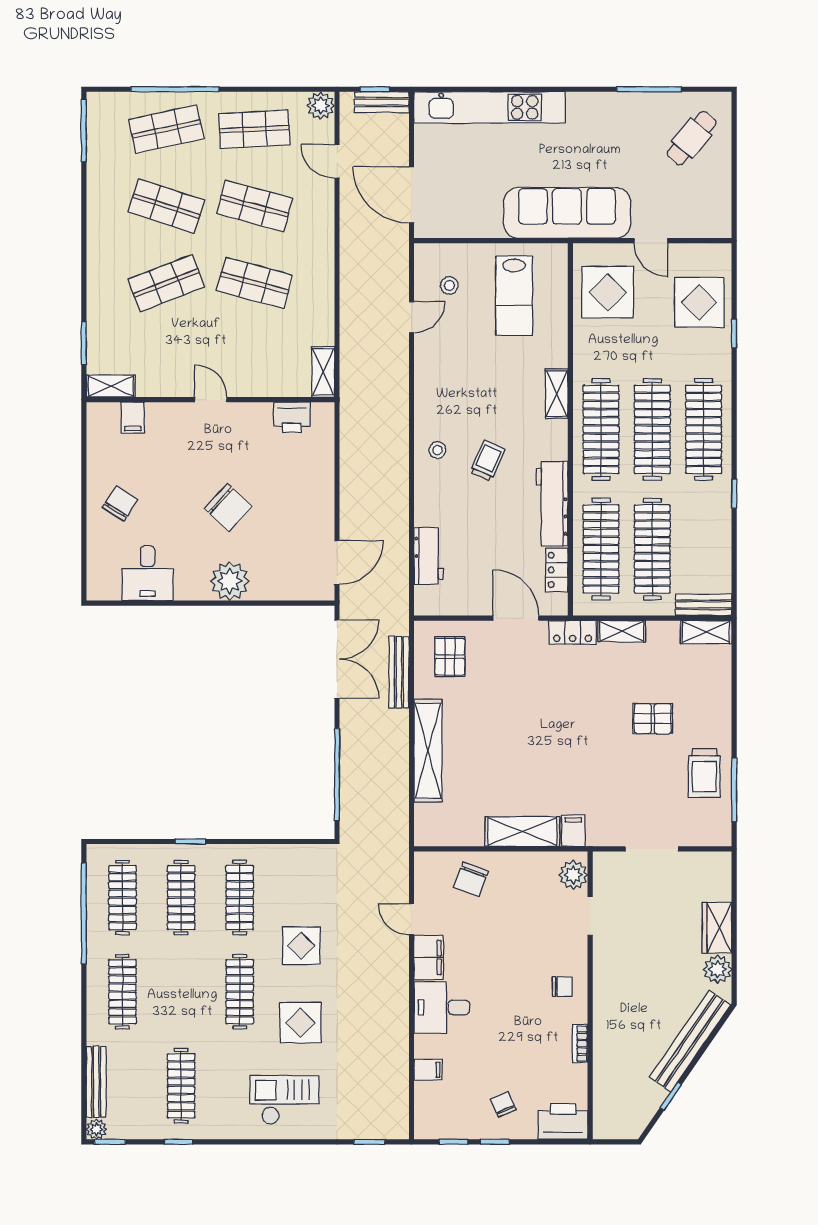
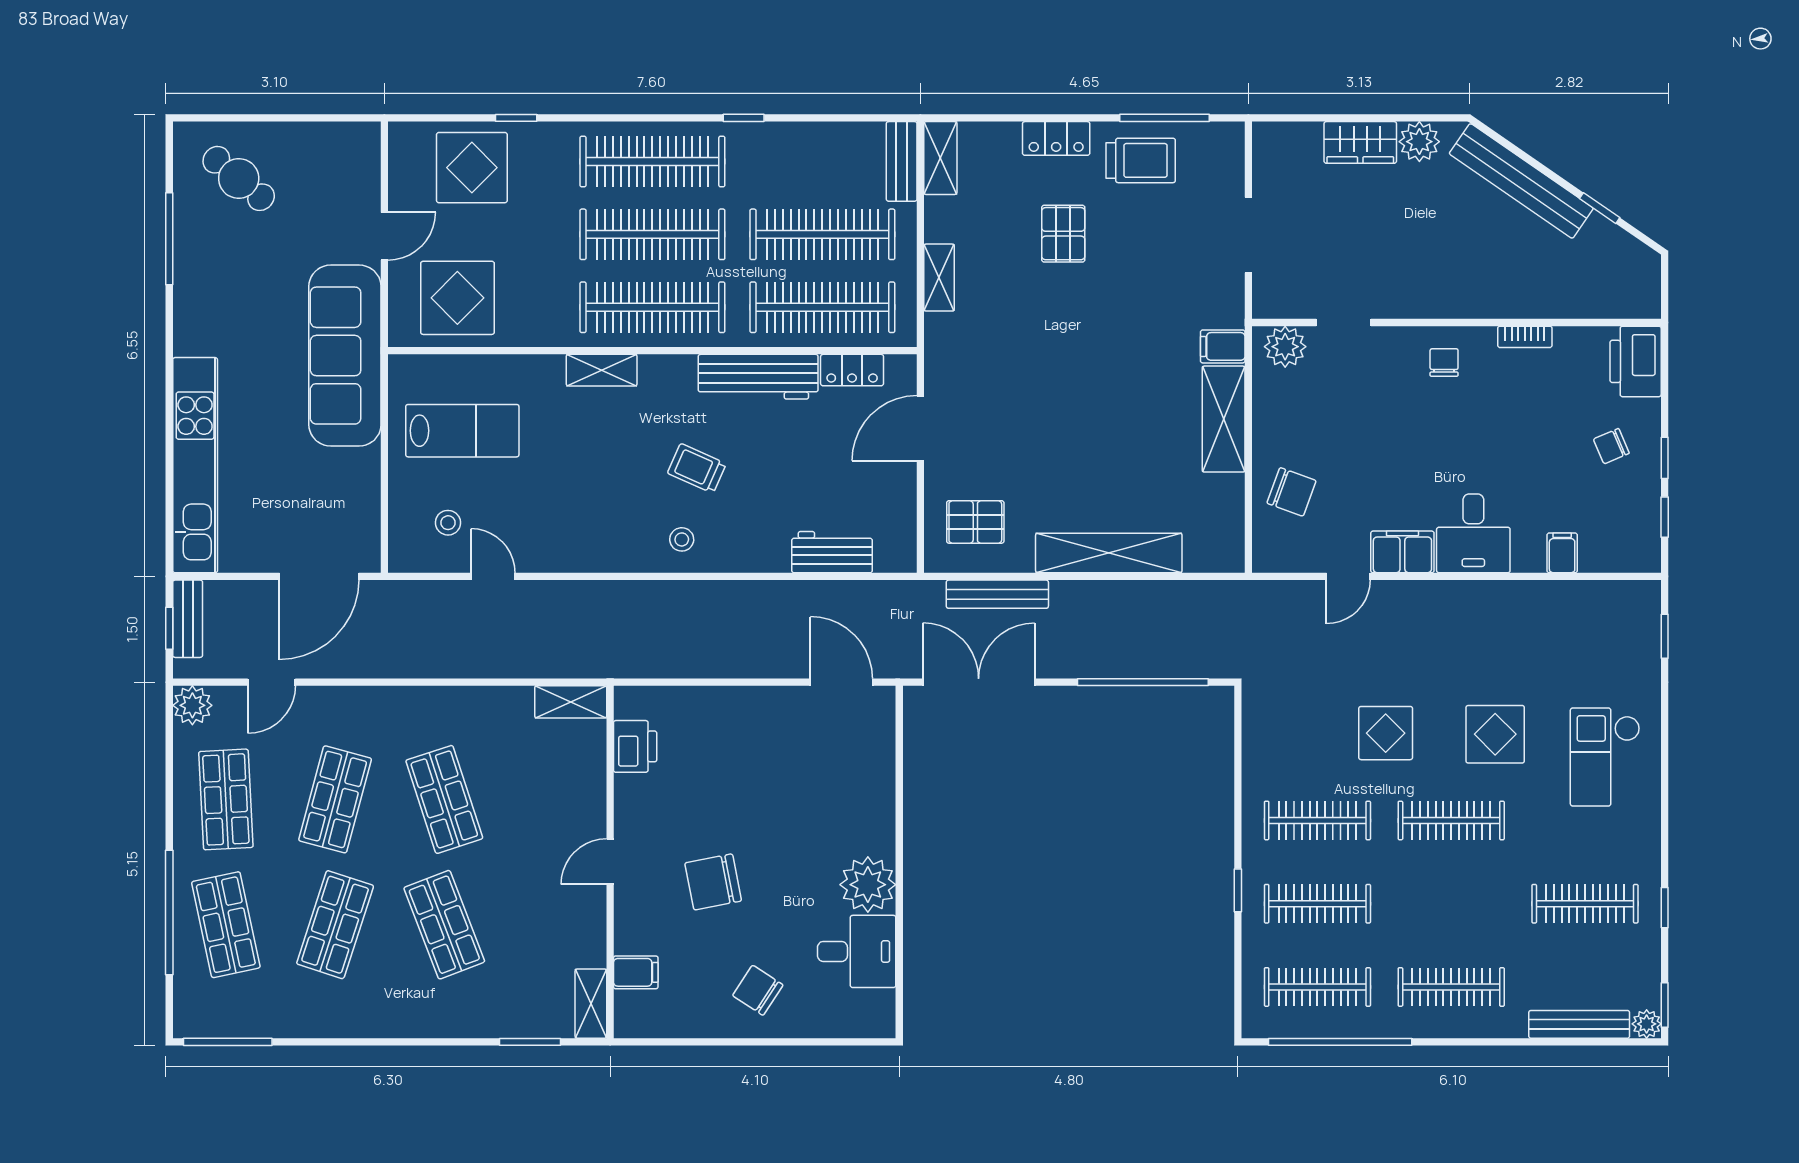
shop shelf: (254, 283) -> (444, 799), turned -33
chair: (228, 508) -> (713, 882), moved, turned -144
plant: (230, 581) -> (868, 885), moved
locker: (573, 632) -> (1056, 138), moved, turned 90

